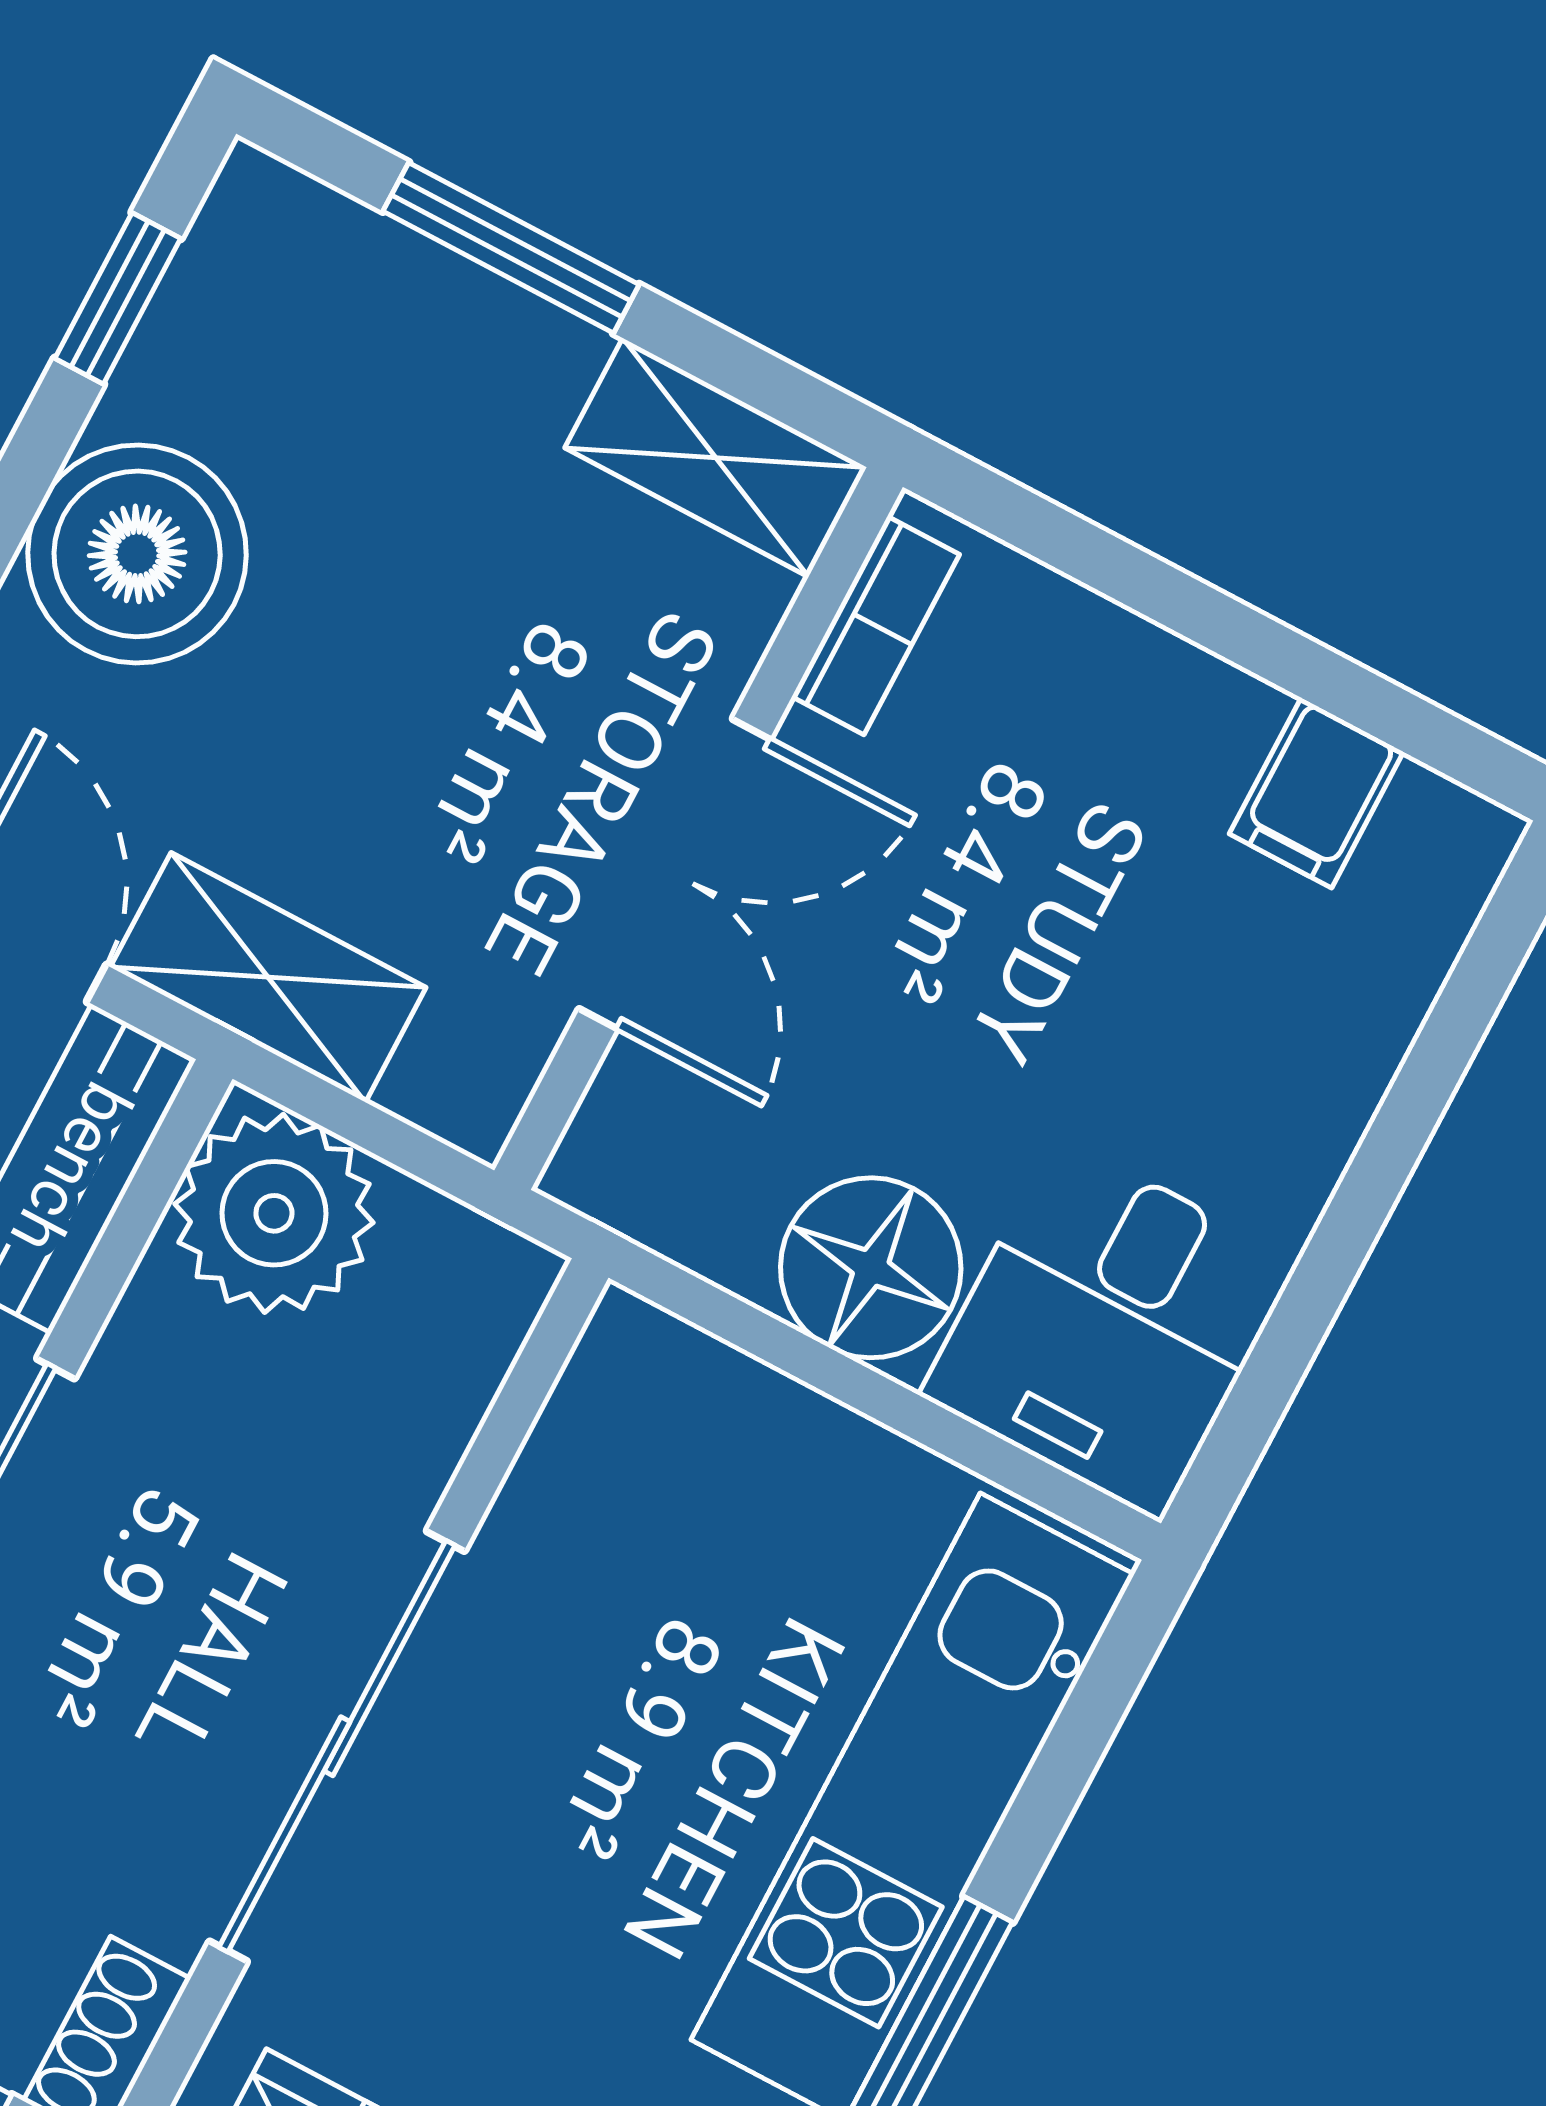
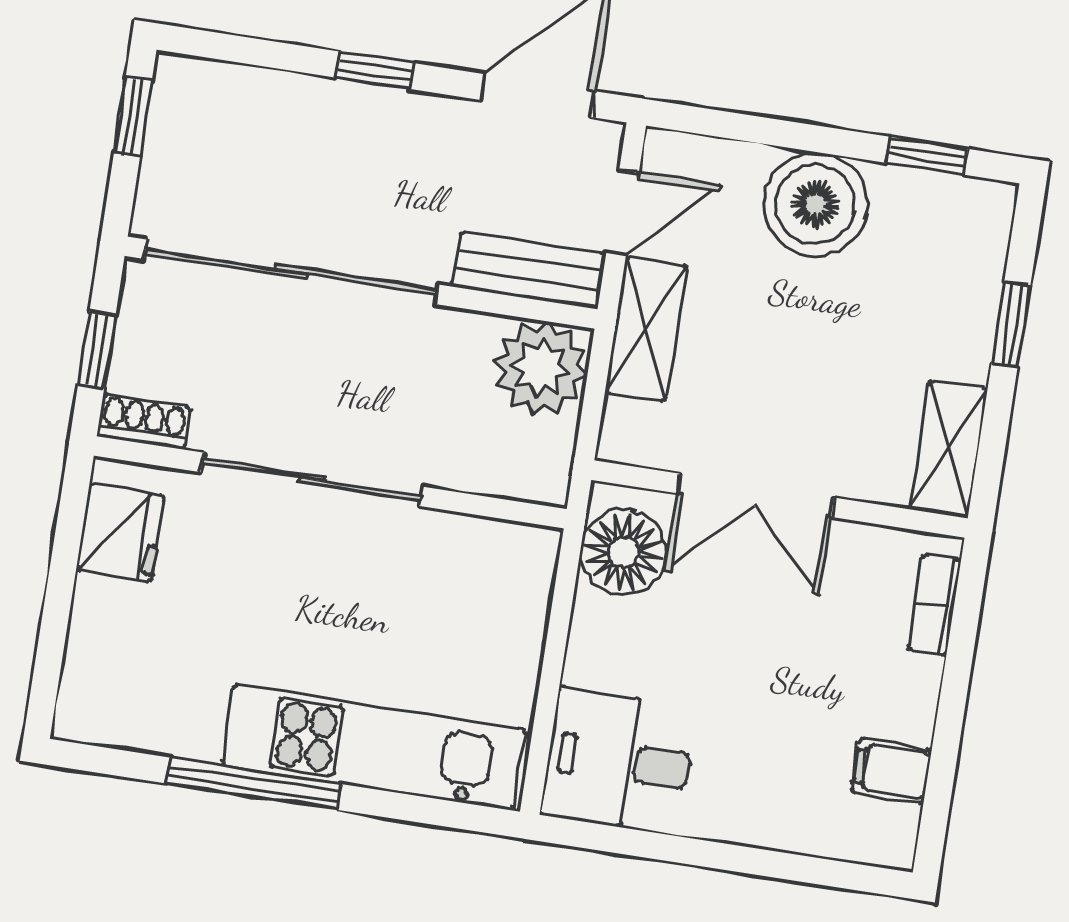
window: (511, 248) -> (1011, 325), width x0.67
bookcase: (876, 626) -> (935, 605), moved, turned 90
floor lamp: (871, 1268) -> (623, 552), moved

